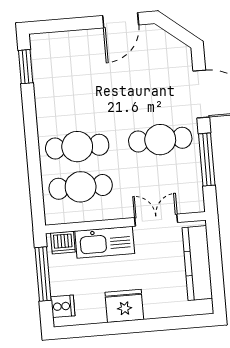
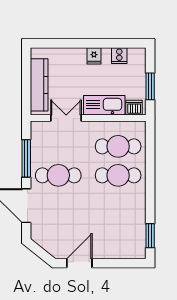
double door: (156, 220) -> (66, 118), swing flipped
window: (43, 274) -> (150, 86), width x0.69
cooker: (63, 306) -> (119, 56), moved, turned -90
fridge: (124, 306) -> (94, 56), width x0.53, depth x0.75

